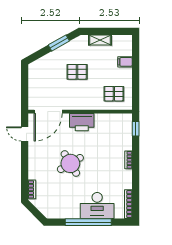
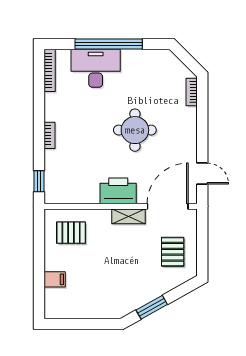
shelving: (100, 40) -> (129, 216), moved
pallet: (77, 72) -> (173, 252), moved, turned 90
round table: (70, 163) -> (135, 130), turned 31

